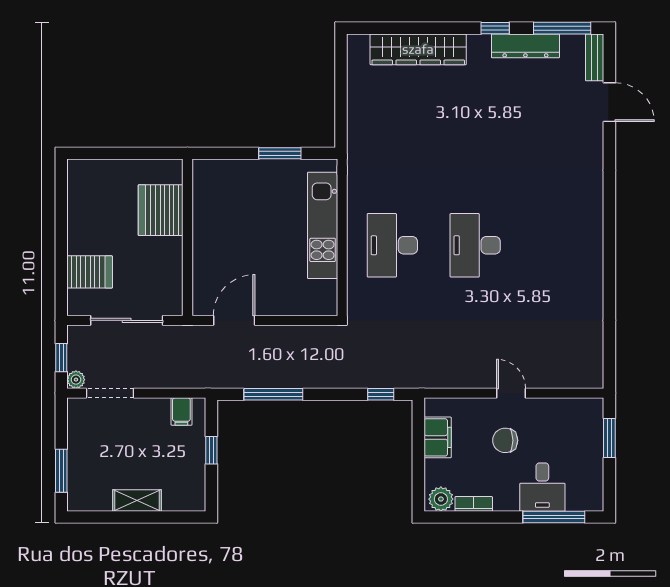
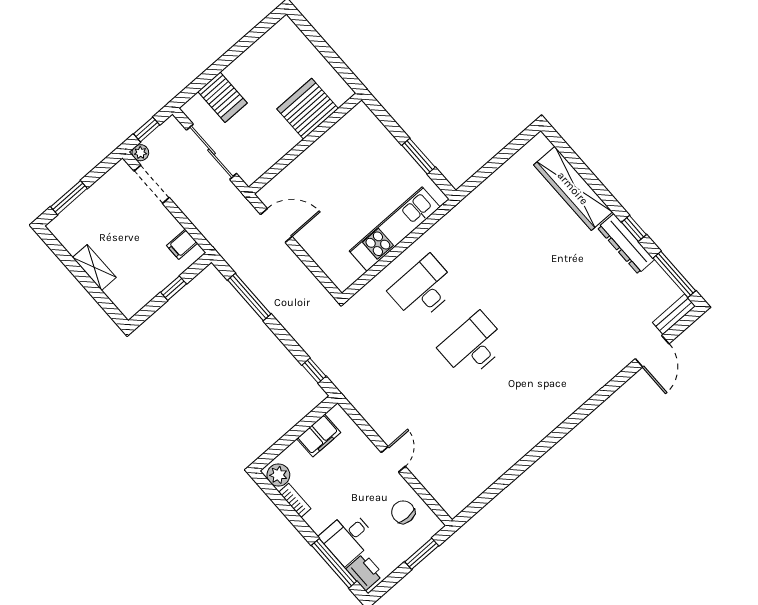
dresser: (525, 46) -> (626, 244), moved
chair: (505, 440) -> (403, 512), moved
printer: (583, 498) -> (365, 572), added

